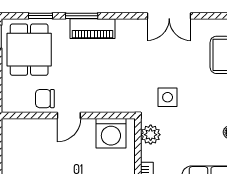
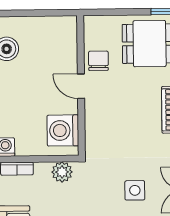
side table: (168, 97) -> (135, 190), moved

